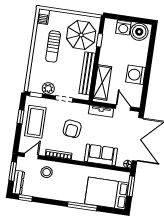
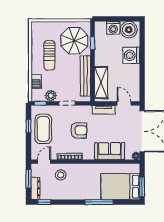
barbecue: (43, 17) -> (36, 81), moved
washing machine: (136, 75) -> (131, 55), moved
armchair: (72, 129) -> (79, 130), turned -97
window: (131, 186) -> (142, 187), moved

